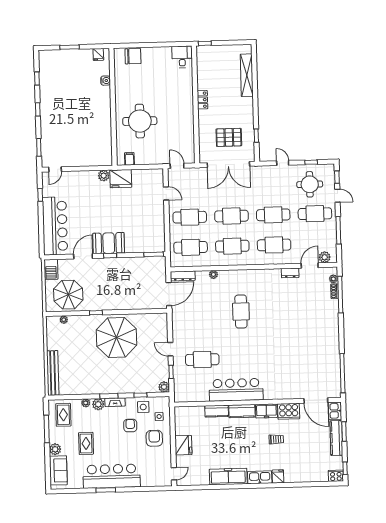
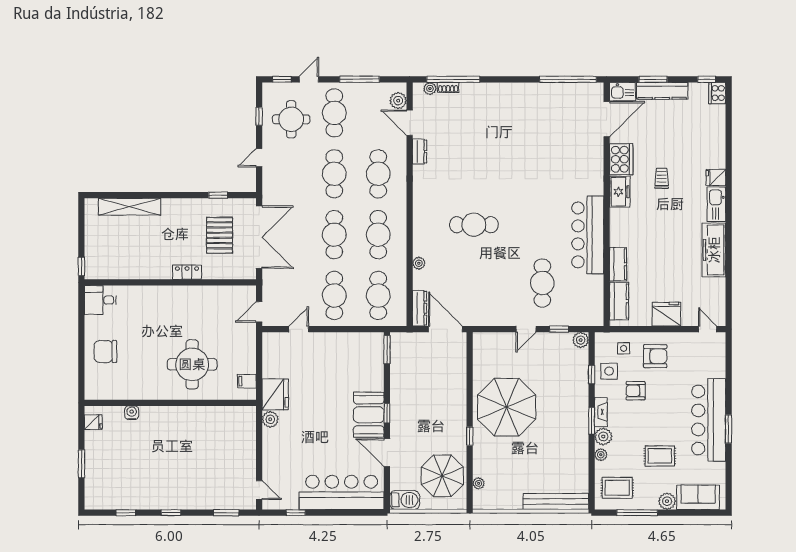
chair: (133, 56) -> (105, 351), moved, turned -90
locker: (202, 100) -> (187, 272), moved
kitchen counter: (242, 411) -> (619, 301), moved
armchair: (154, 438) -> (655, 356), turned 180

